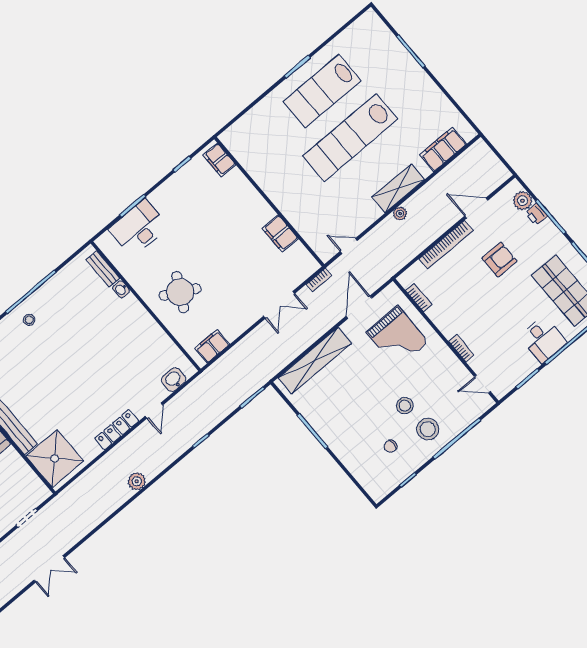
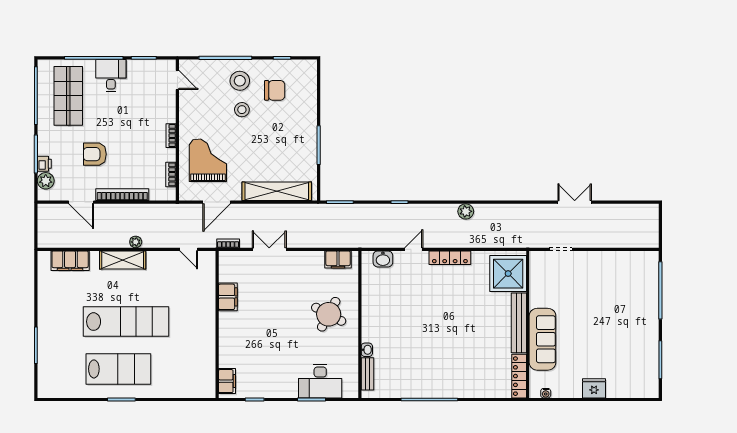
stool: (29, 320) -> (446, 382), removed
bookcase: (461, 348) -> (171, 136), moved
chair: (391, 446) -> (275, 90), width x1.87, depth x1.87

